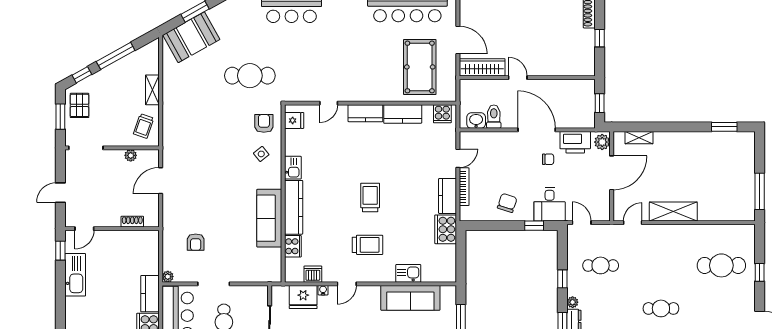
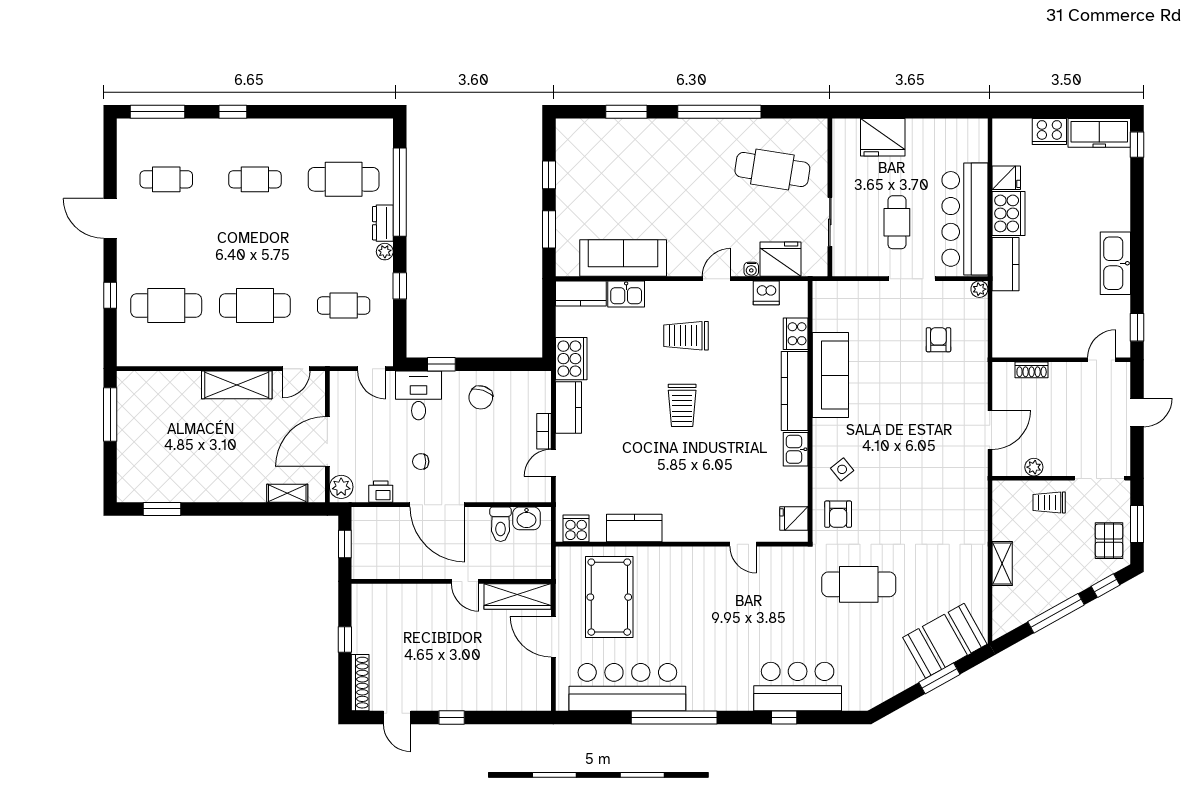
door: (329, 103) -> (743, 544), swing flipped
kitchen counter: (365, 113) -> (581, 293), moved, turned 180
trolley: (144, 126) -> (1049, 503), moved, turned -109
printer: (575, 142) -> (381, 492), width x0.53, depth x0.68
bookcase: (464, 187) -> (544, 431), width x0.64
kitchen sink: (75, 275) -> (1115, 263), moved
cafe table: (661, 308) -> (255, 305), moved, width x1.37, depth x1.35

